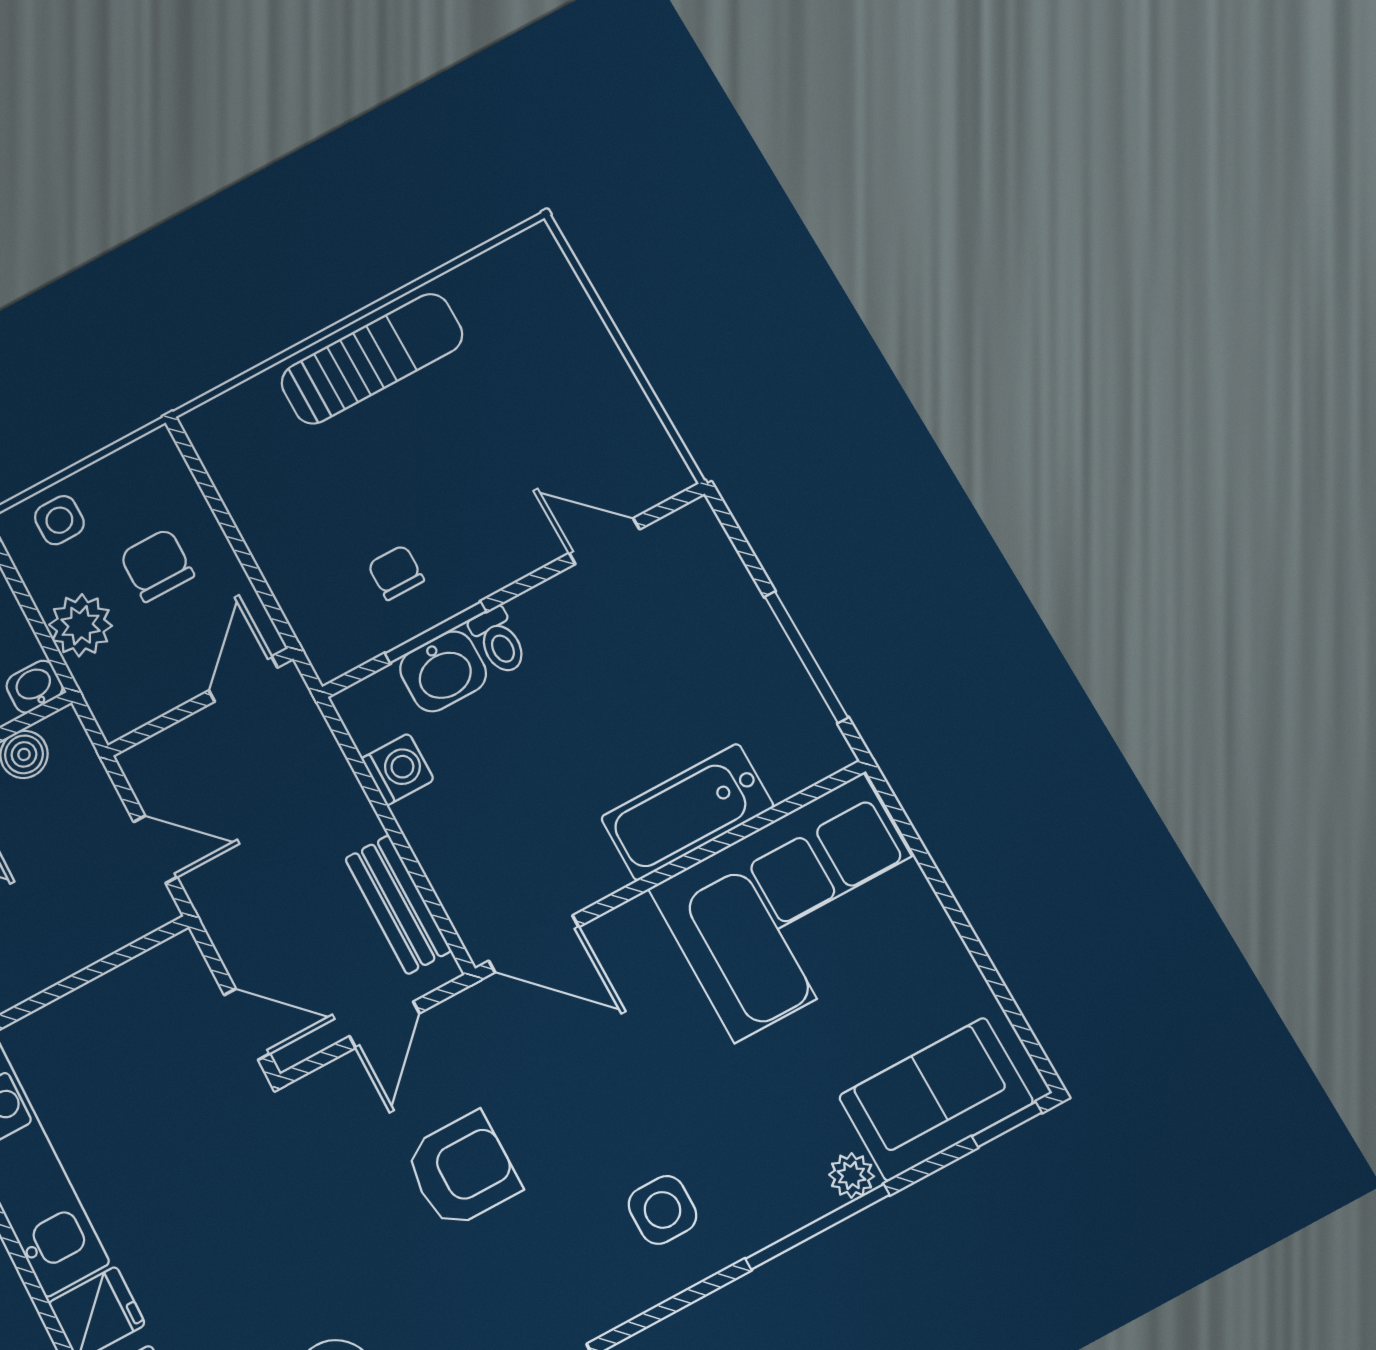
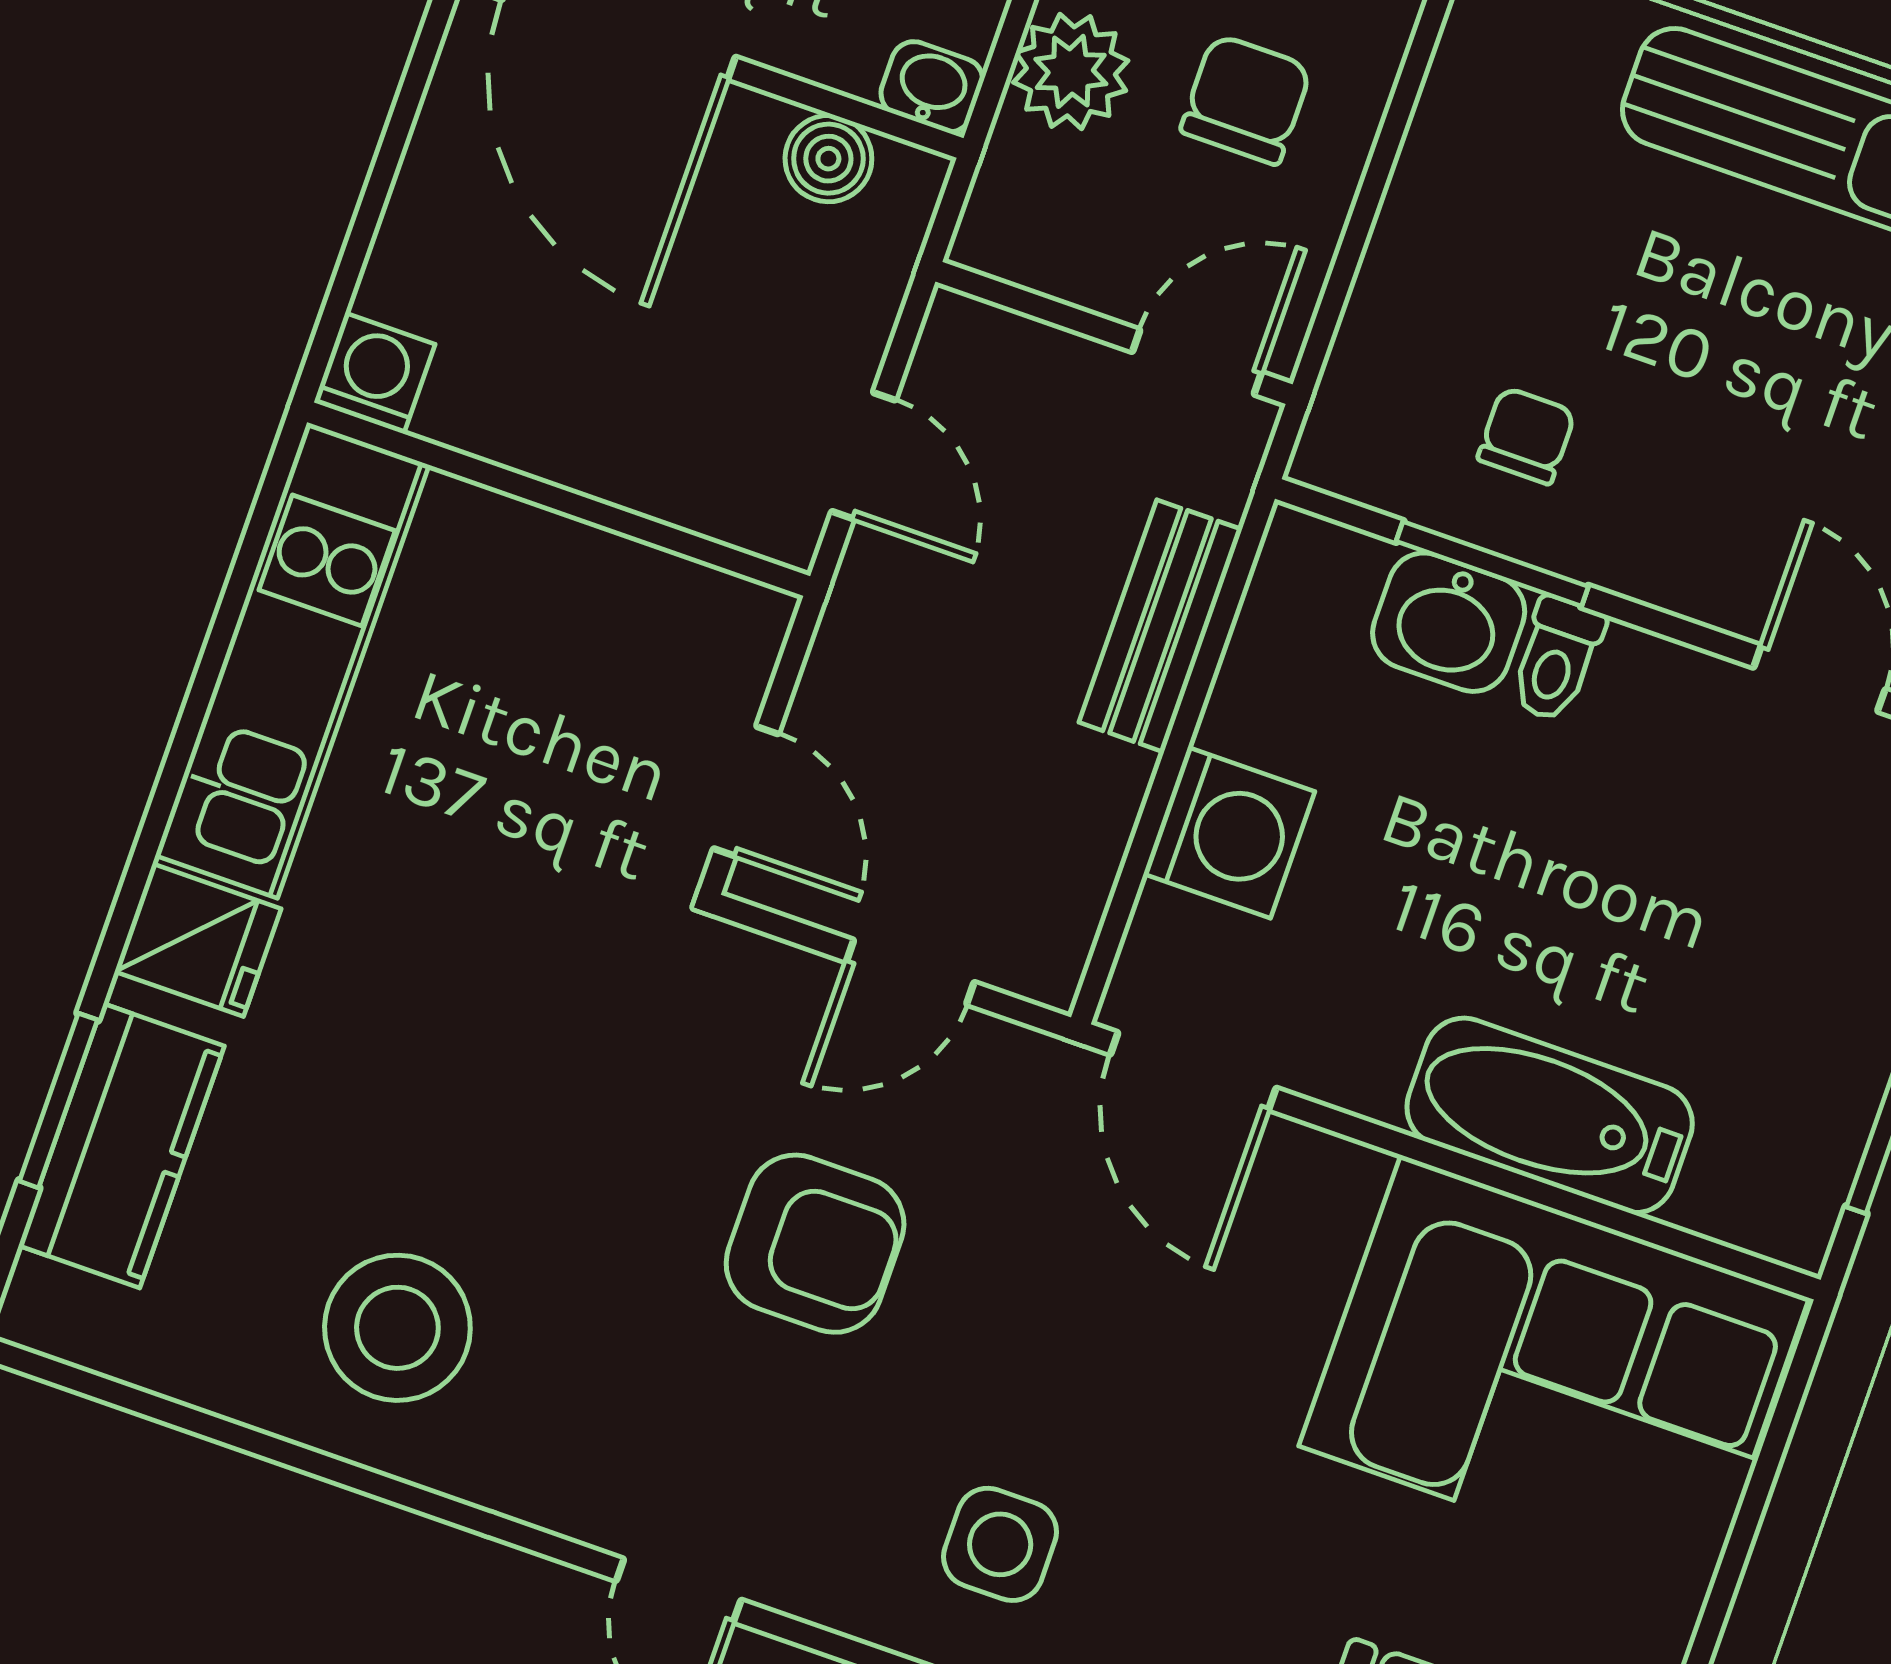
washing machine: (398, 769) -> (1229, 833), moved, width x1.38, depth x1.38
bench: (398, 905) -> (1160, 626), moved

